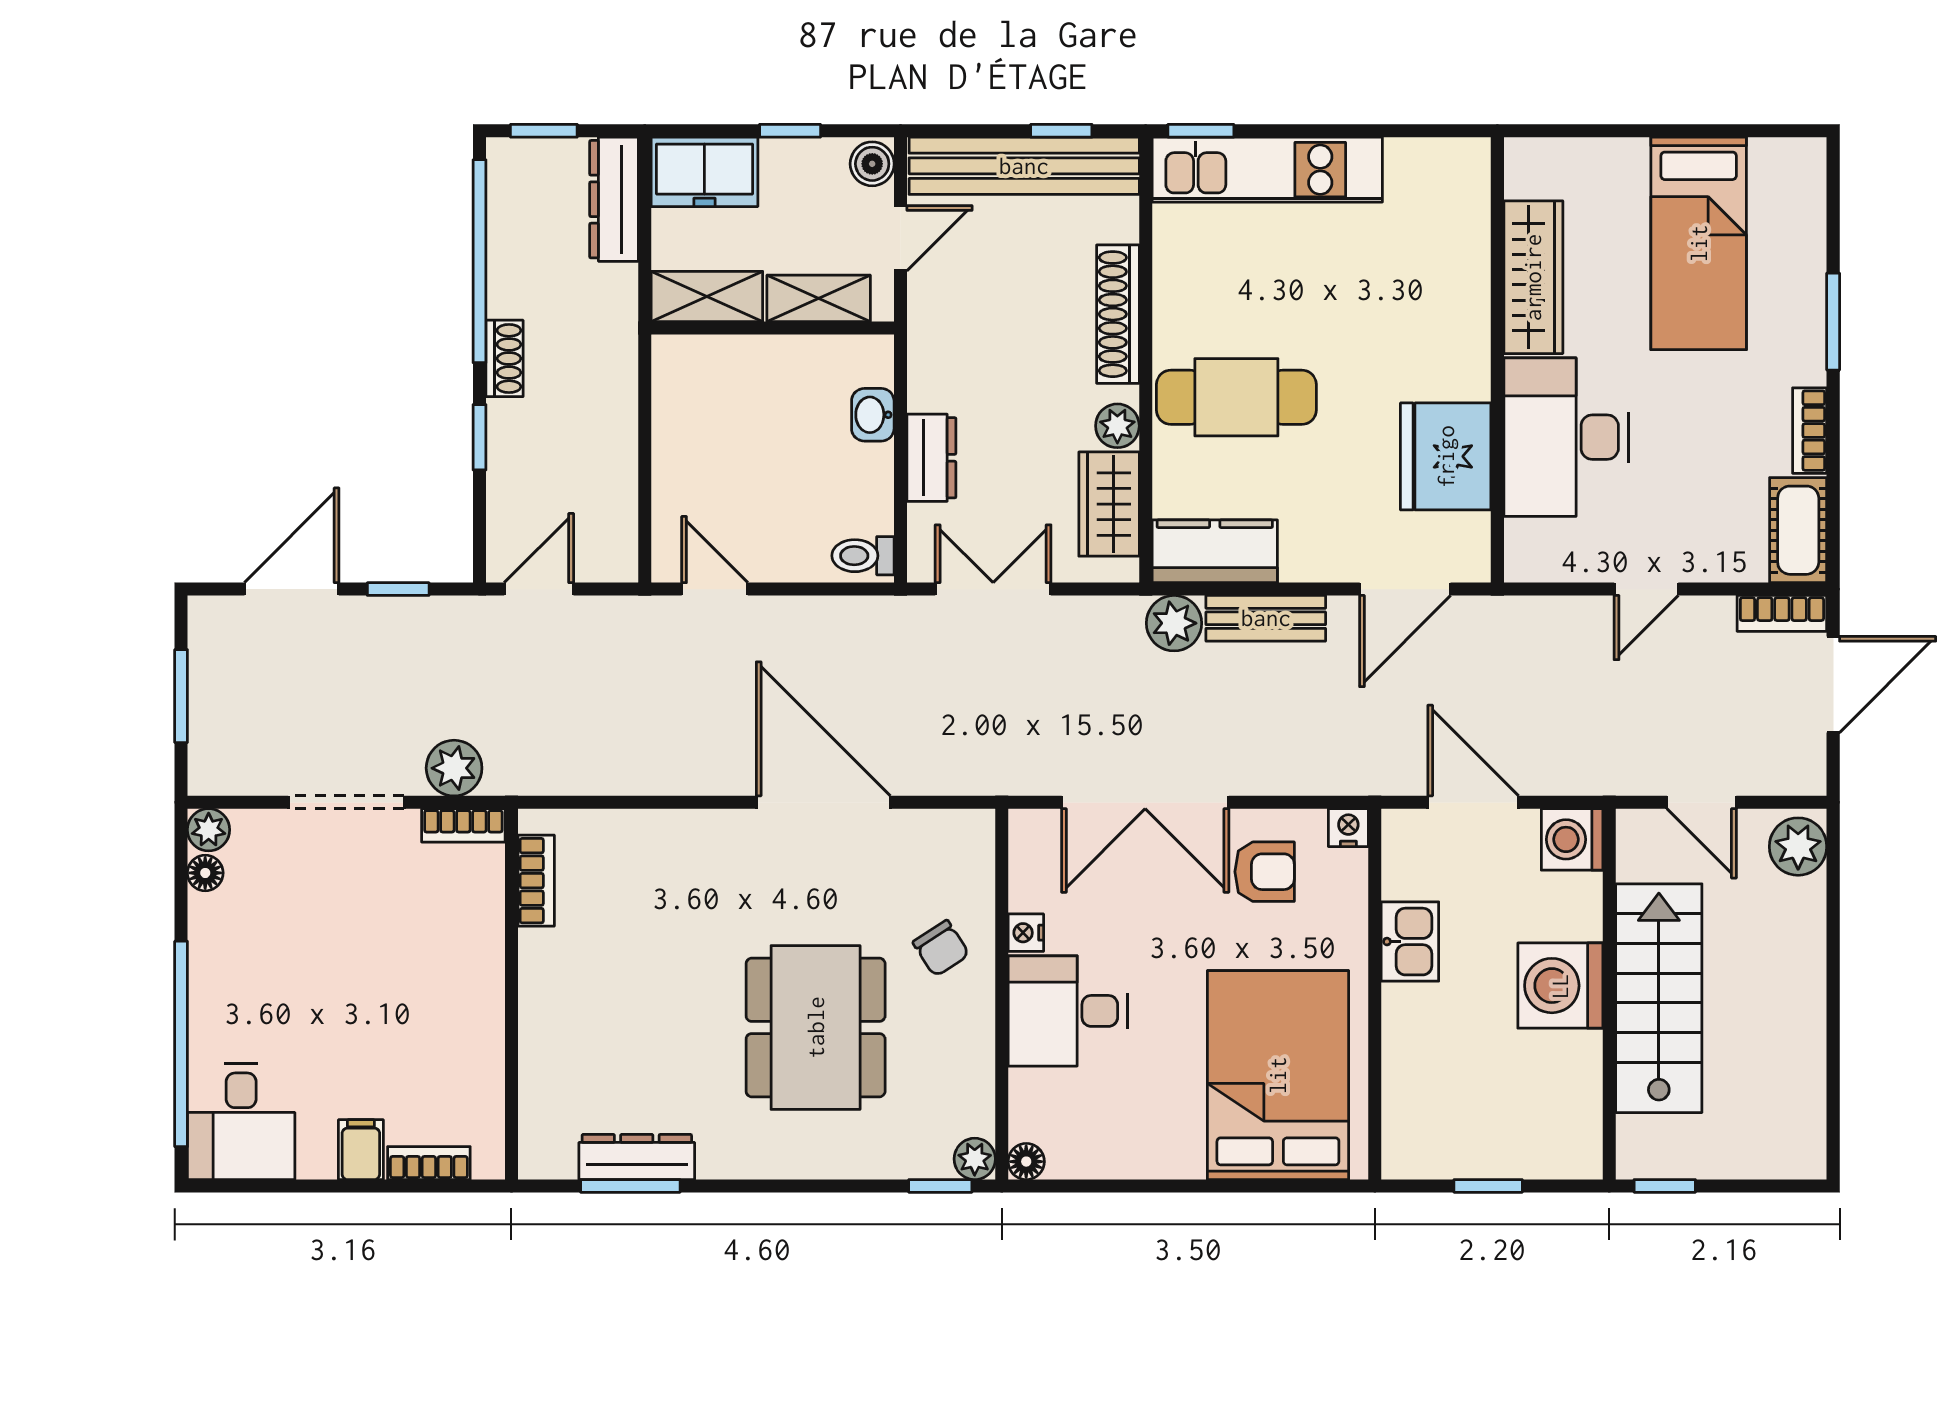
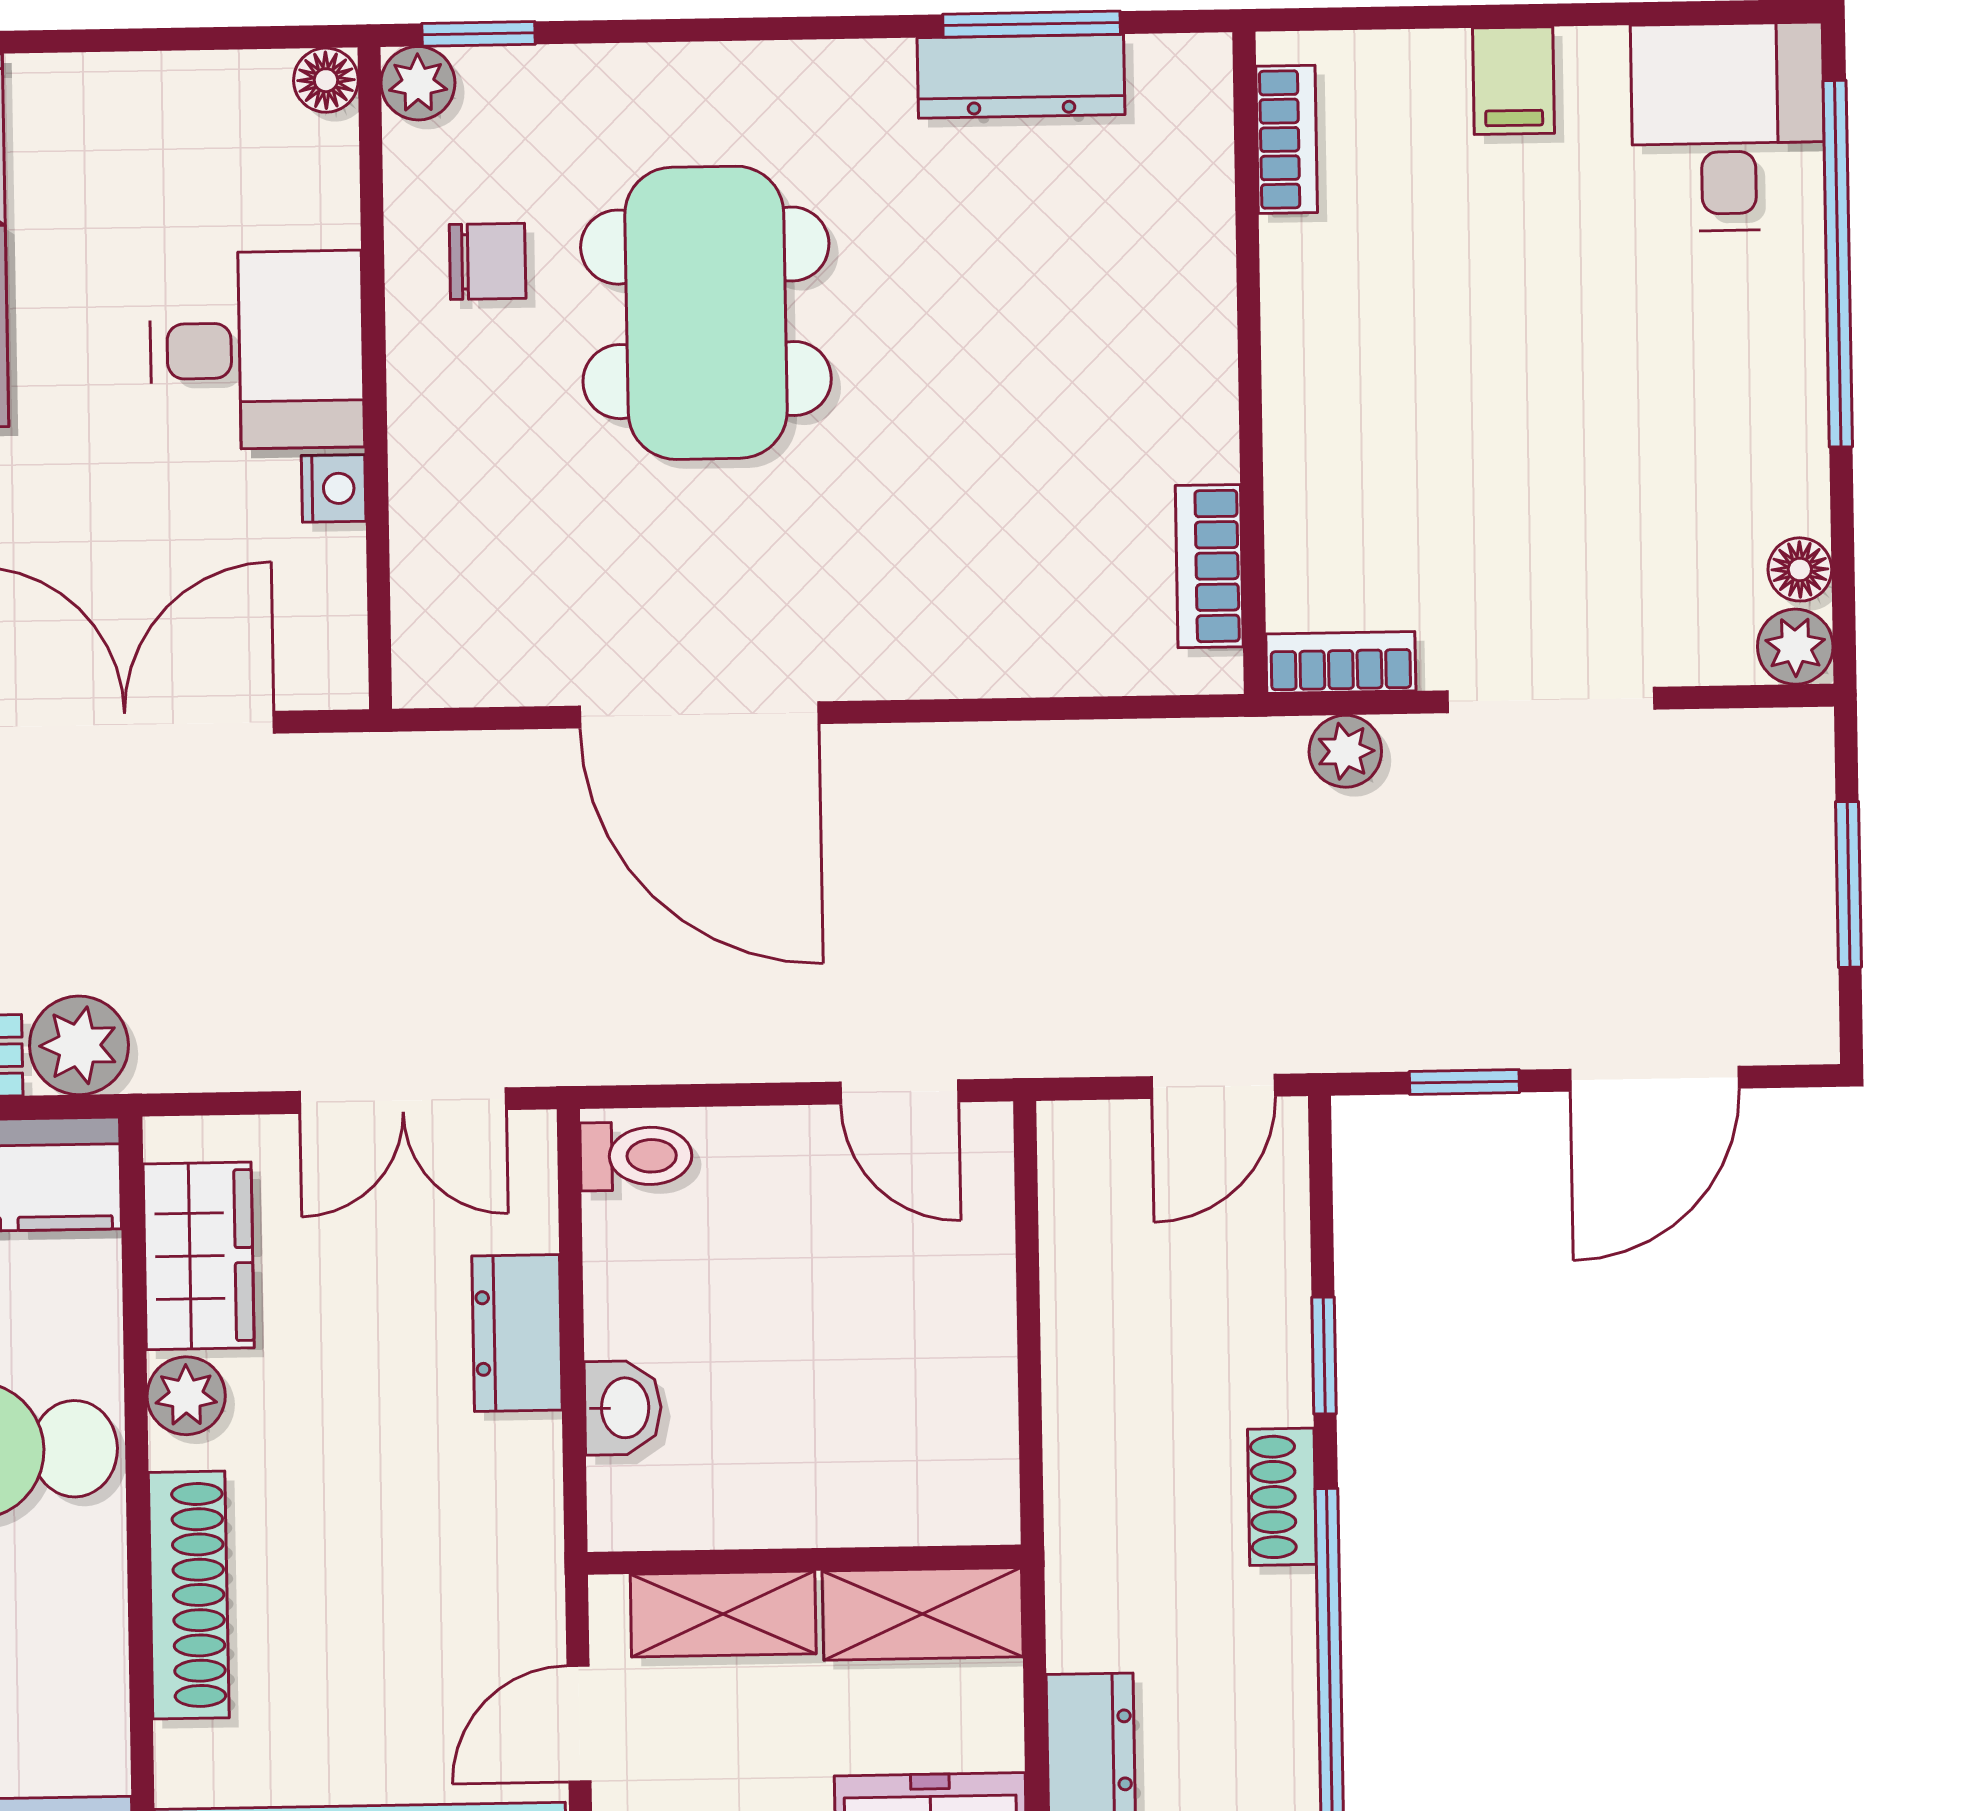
plant: (454, 768) -> (1345, 751), width x0.73, depth x0.73
chair: (941, 948) -> (488, 261), moved, turned 123
bookcase: (429, 1163) -> (1287, 139), moved, turned -90

